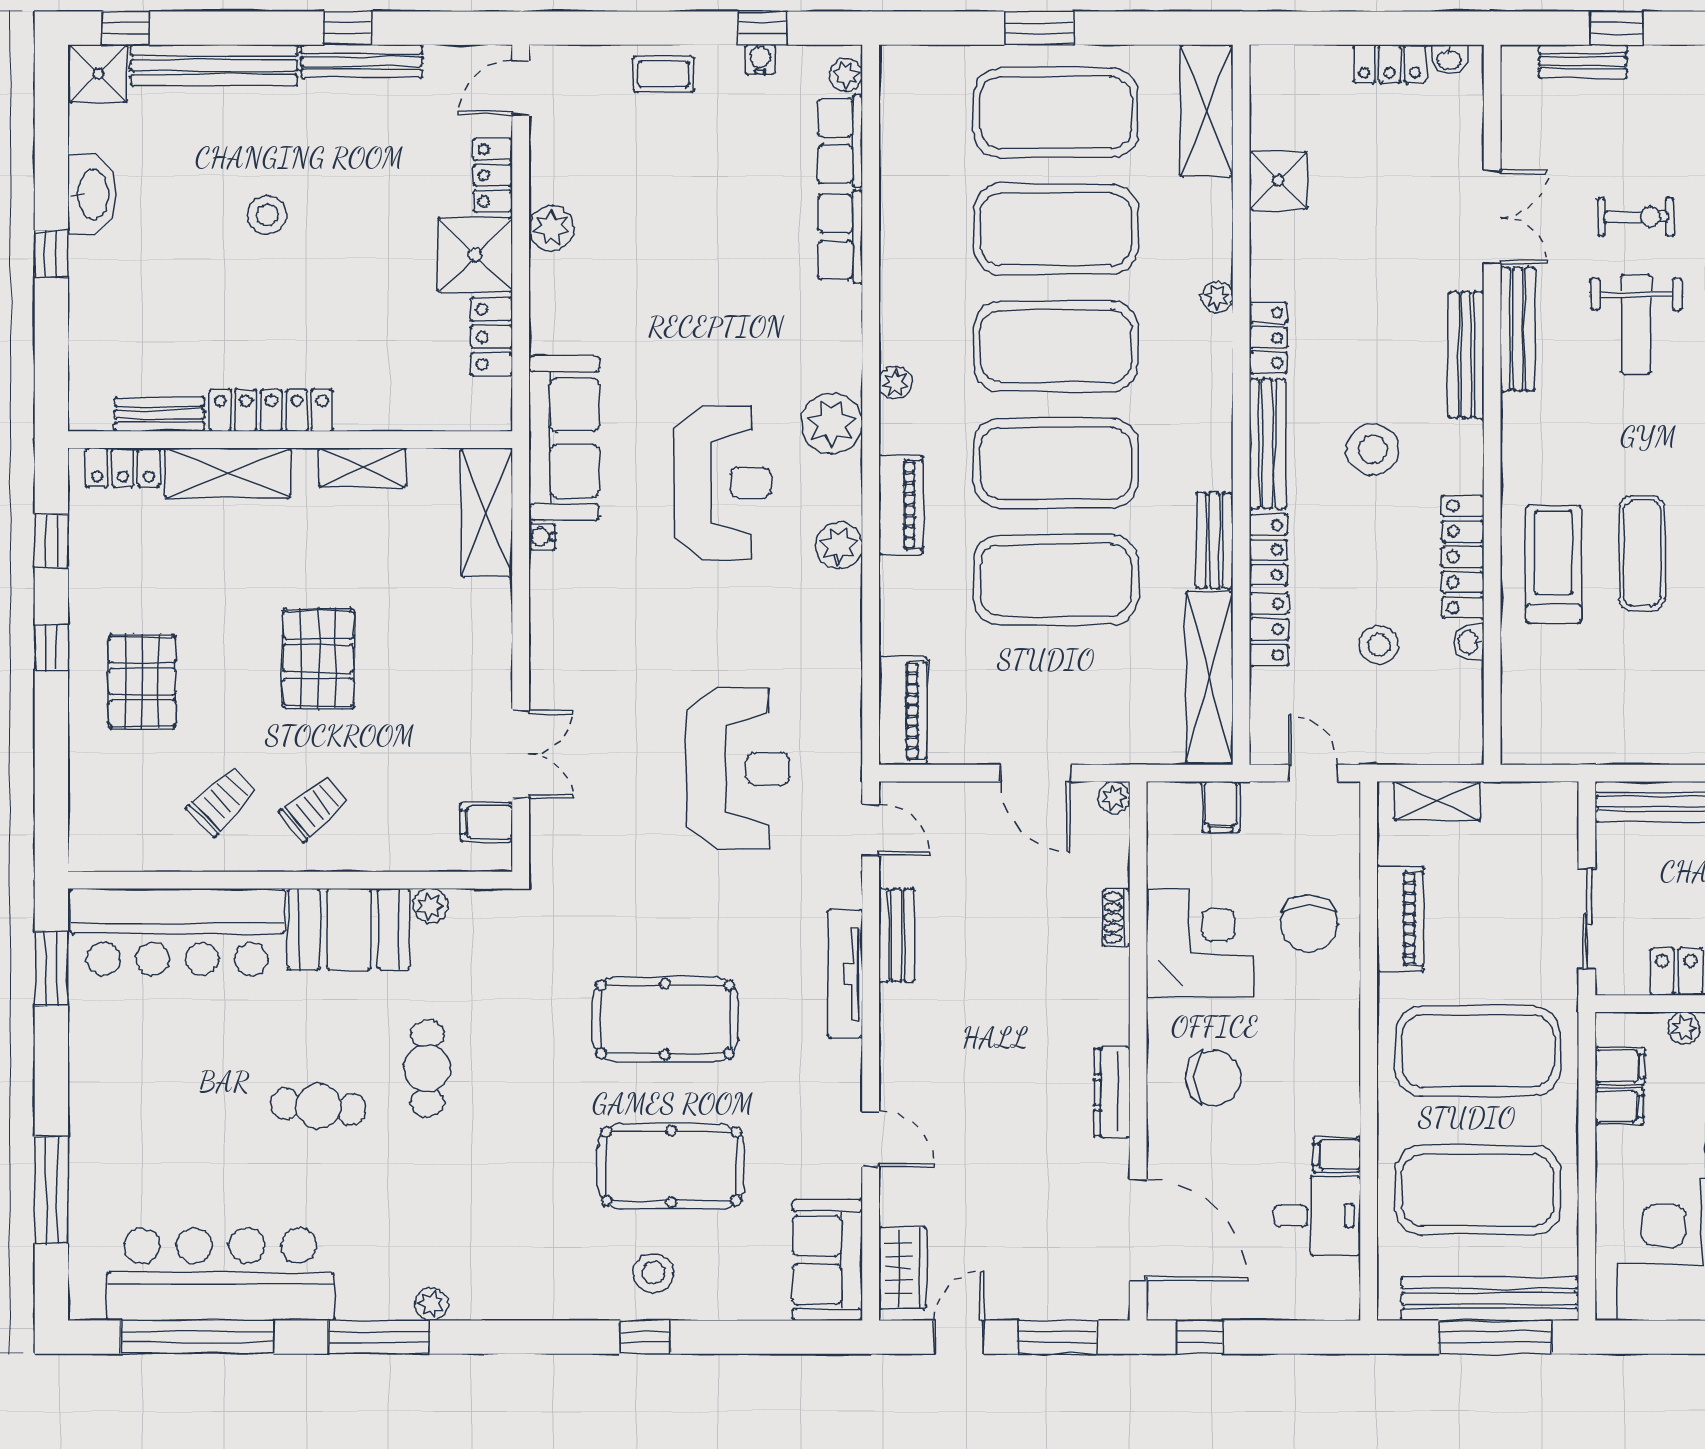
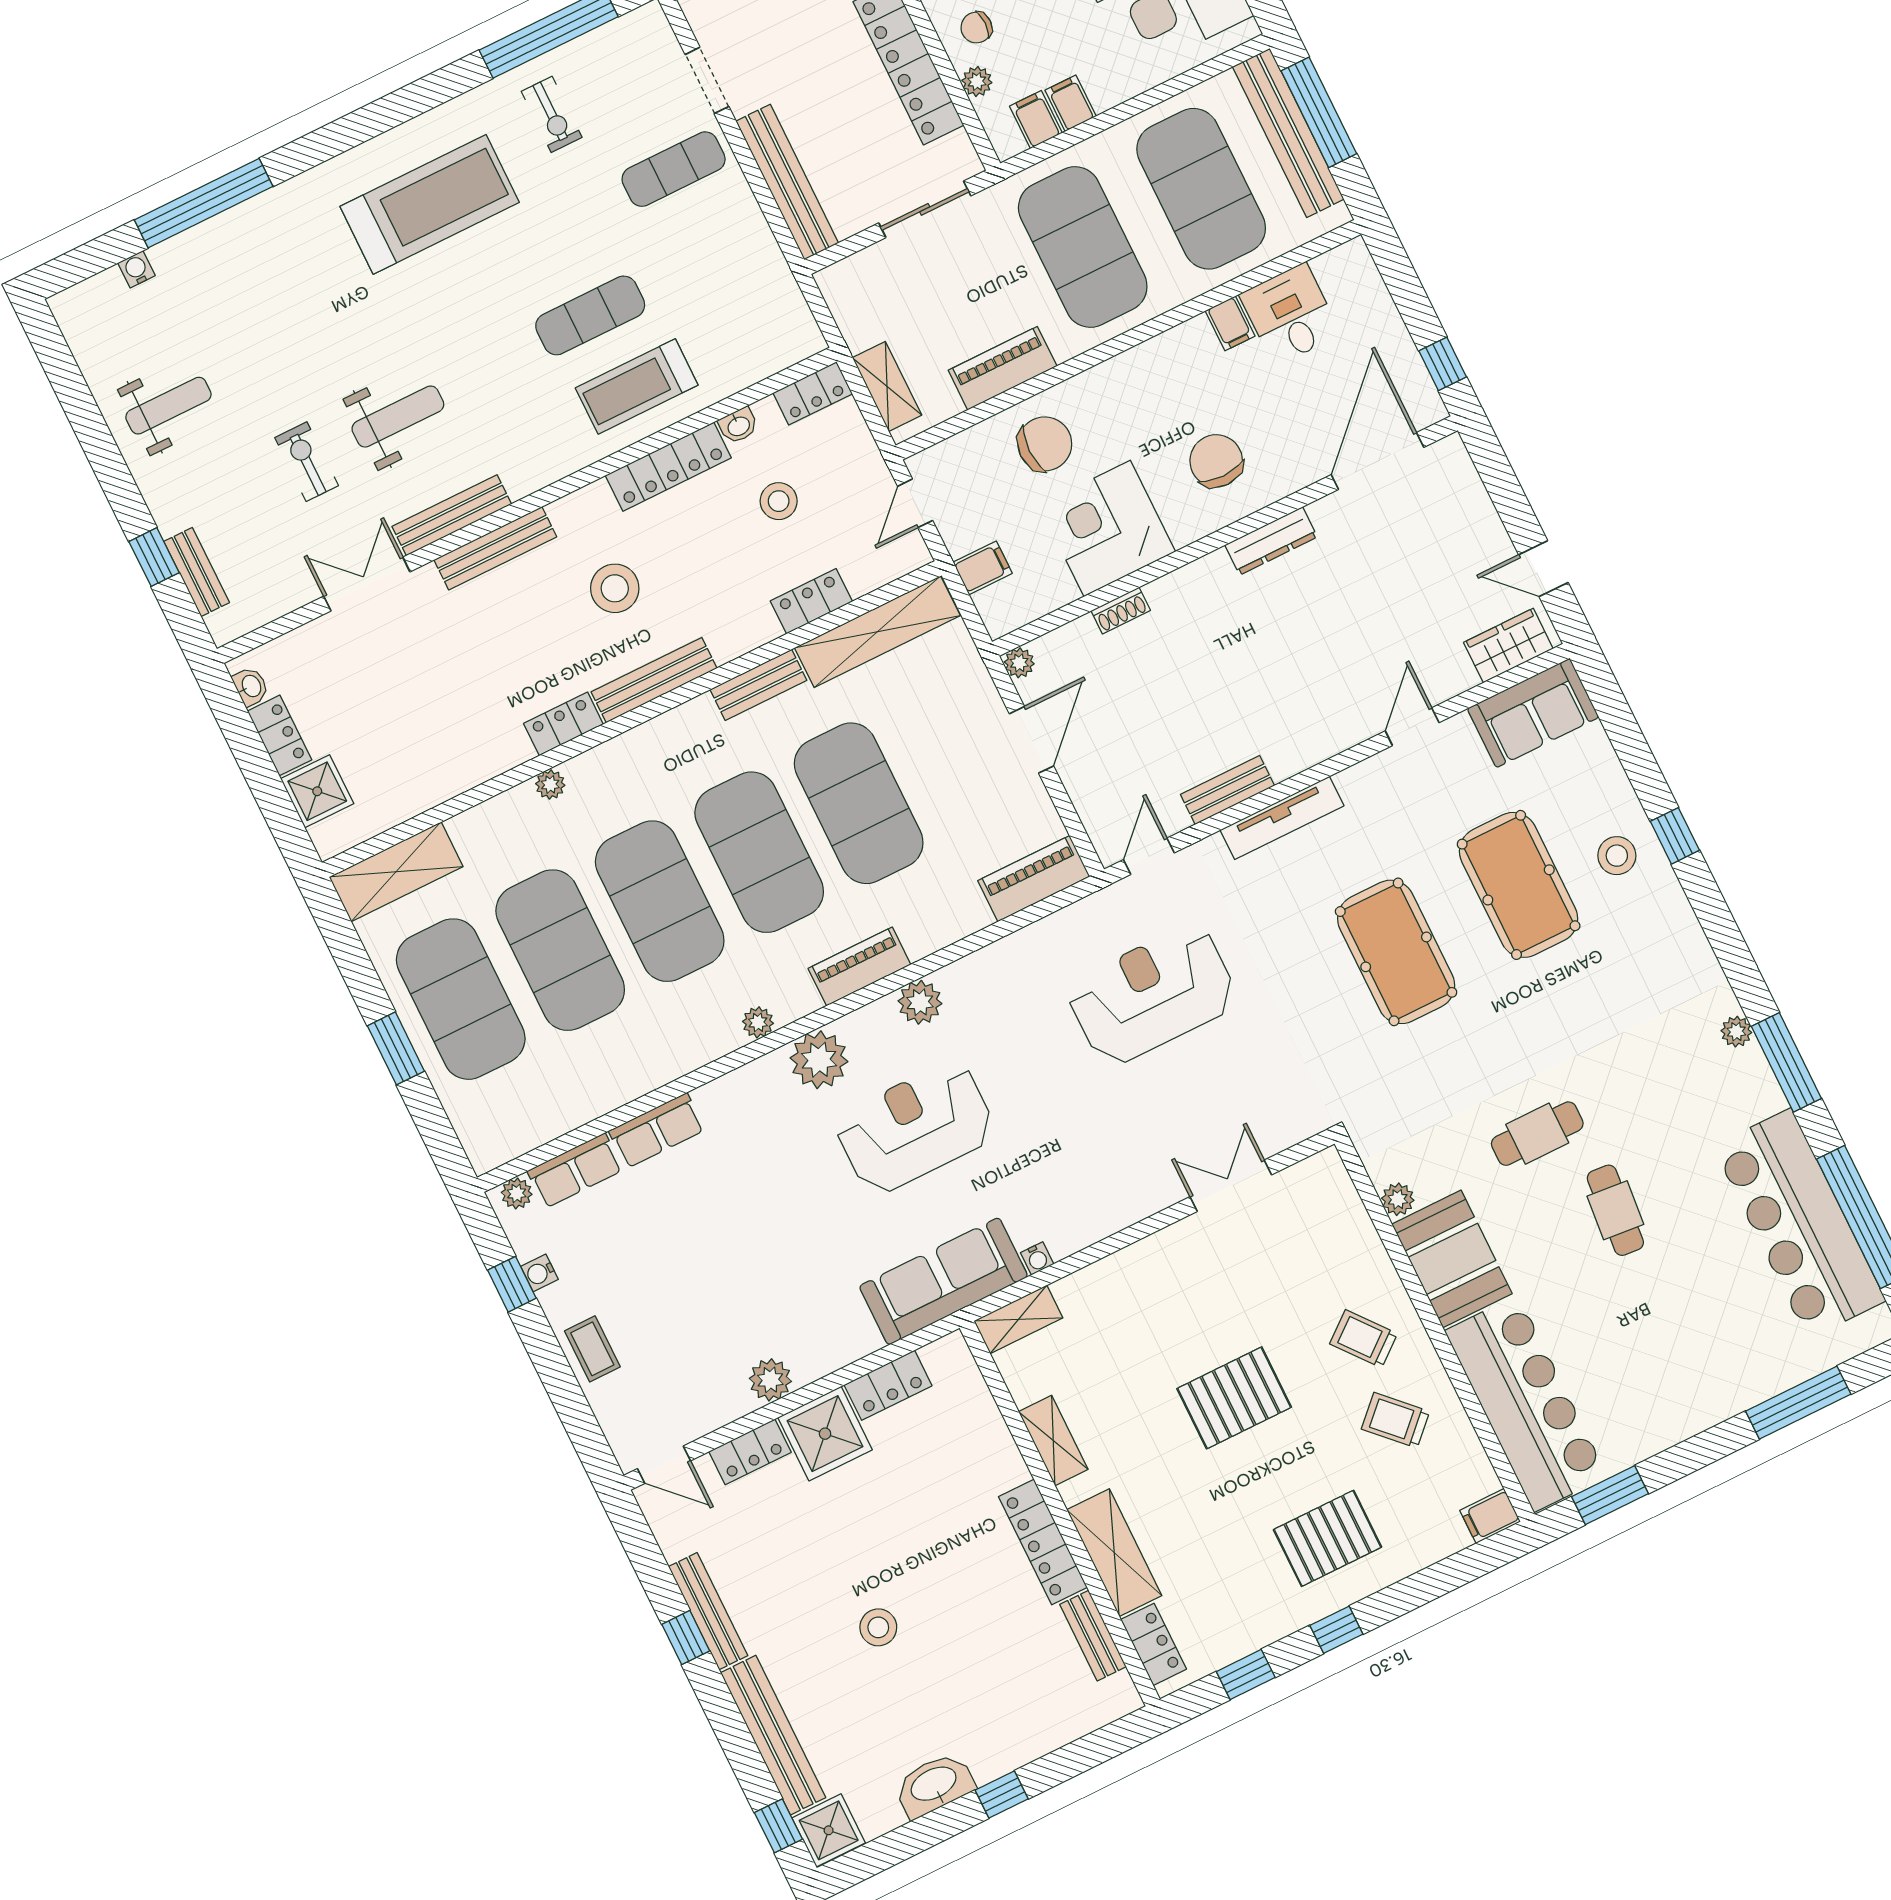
shower: (1278, 181) -> (317, 791), moved
shelving: (487, 512) -> (1018, 1319), width x0.67, depth x0.75
locker: (1268, 550) -> (813, 393), moved, turned 180
filing cabinet: (486, 822) -> (1490, 1516), moved, turned 90
window: (1057, 1337) -> (1502, 485), removed

